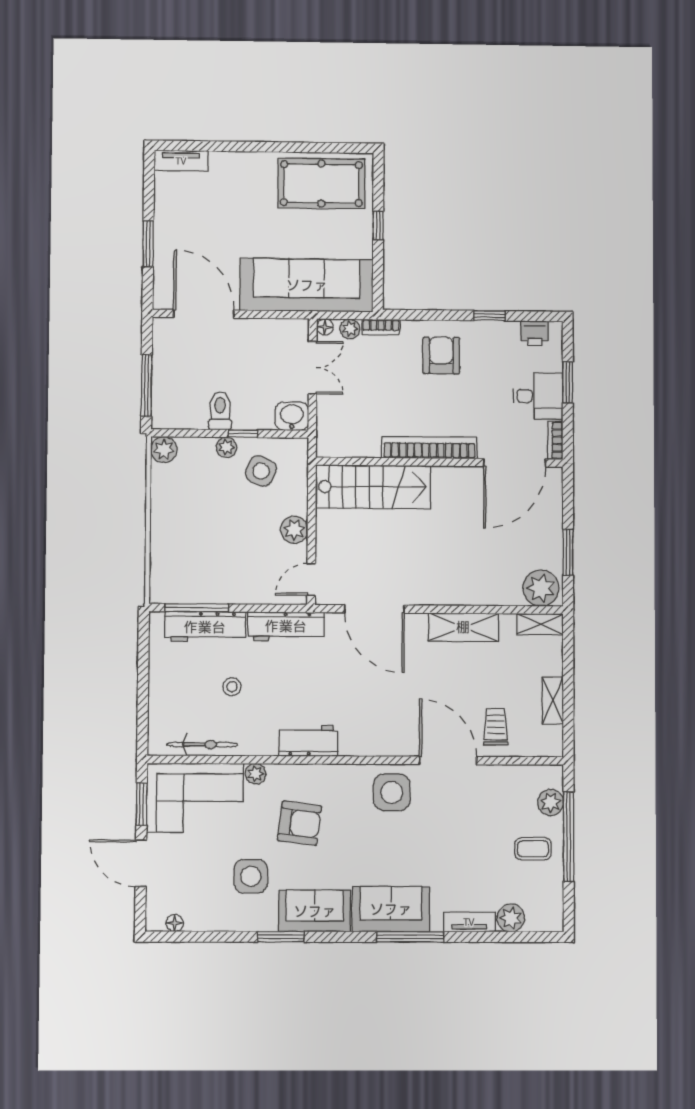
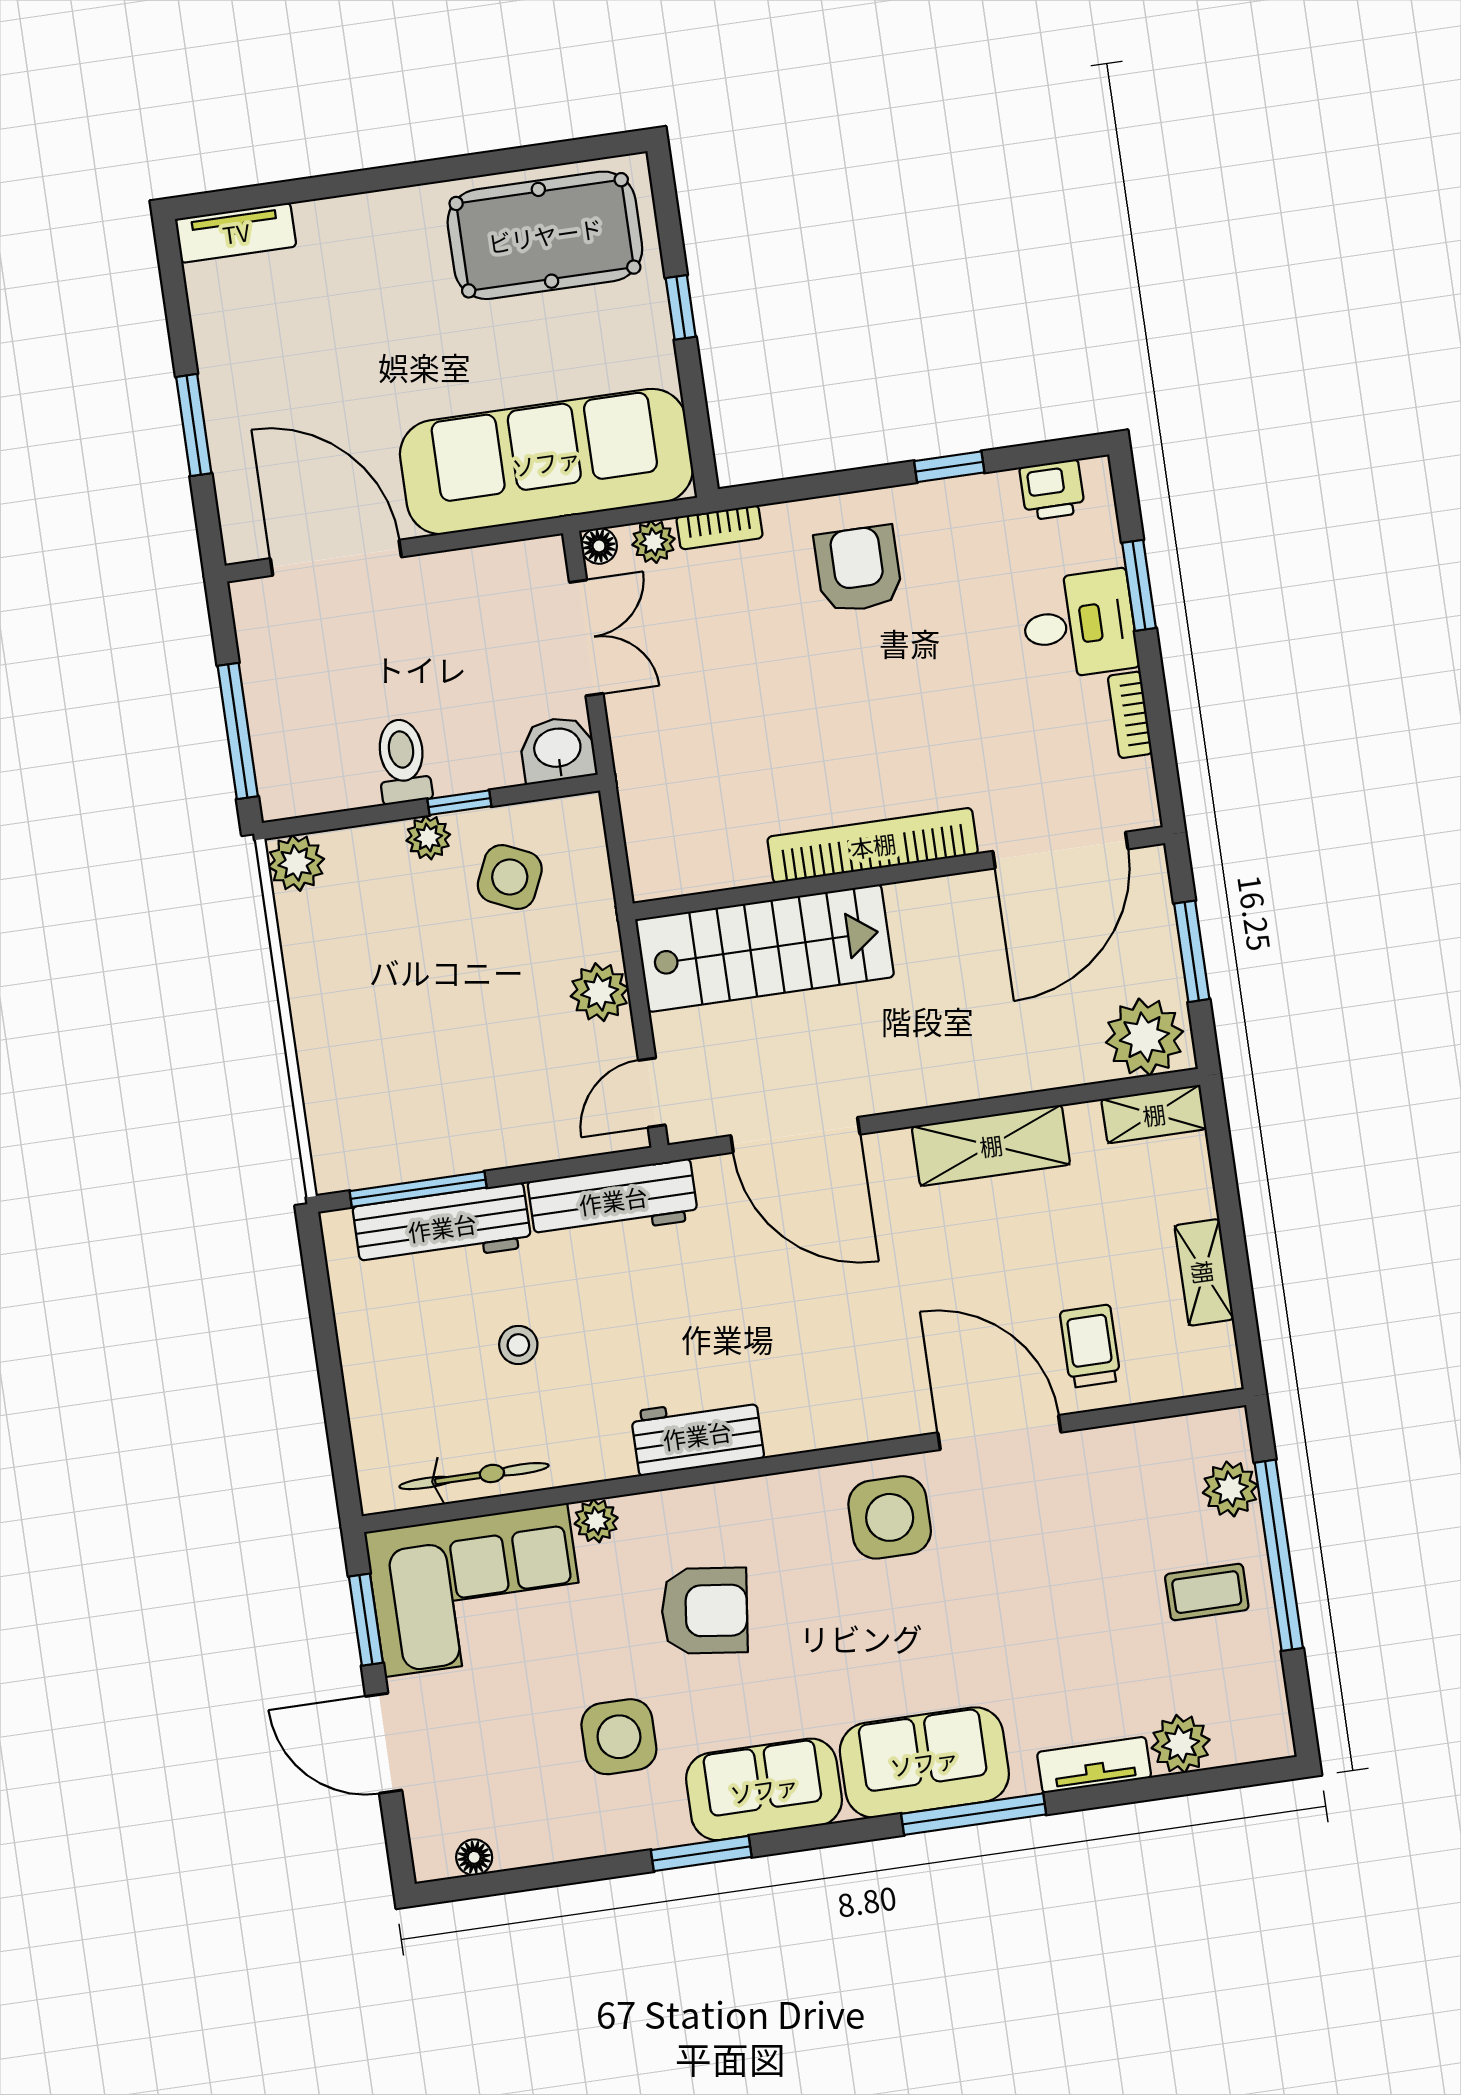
bookcase: (429, 448) -> (873, 845), moved
wall: (440, 462) -> (899, 873), moved
door: (515, 463) -> (1060, 850), moved
stairs: (373, 487) -> (765, 948), moved

